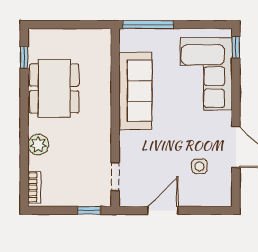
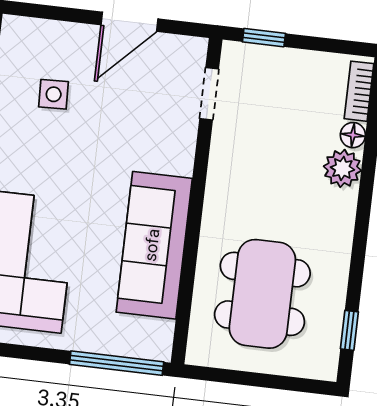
dining table: (54, 88) -> (262, 294), moved
floor lamp: (35, 163) -> (353, 135), added

